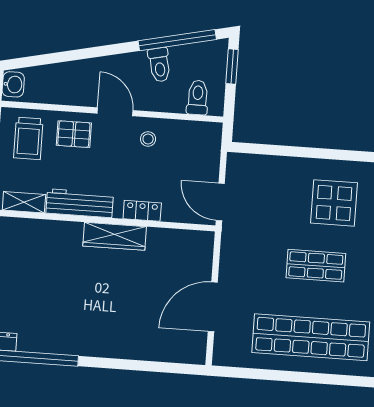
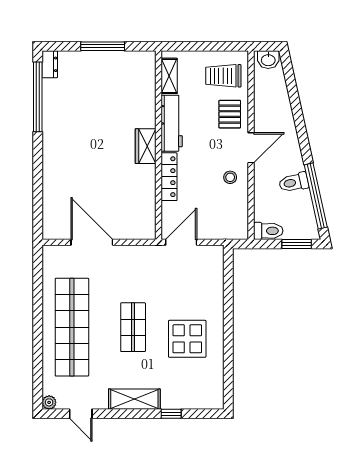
toilet: (198, 97) -> (268, 231), moved
locker: (142, 211) -> (169, 177), width x1.53
wardrobe: (115, 236) -> (146, 146), width x0.67

